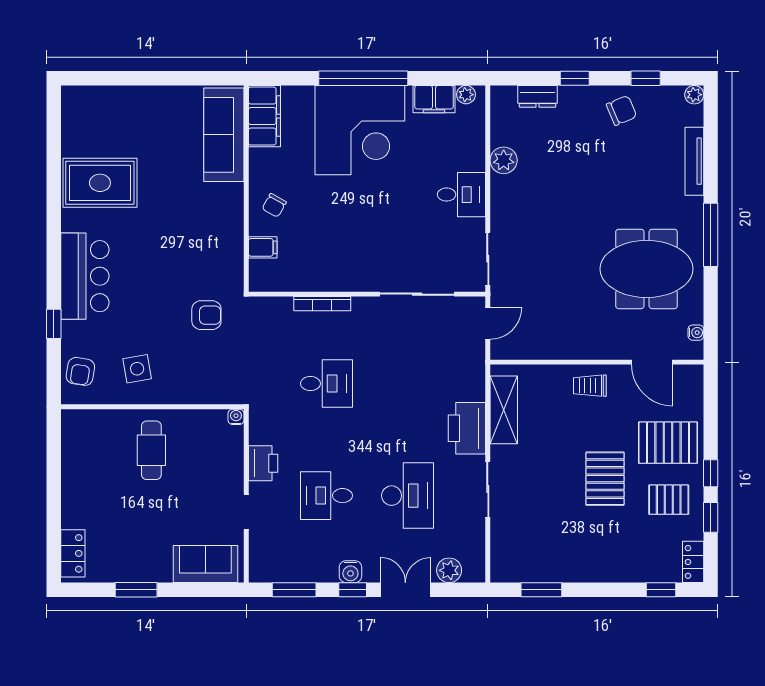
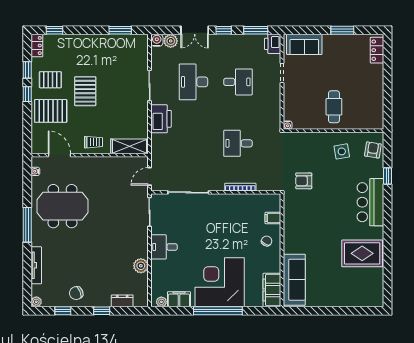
shelving: (504, 410) -> (130, 146), moved, turned 90
printer: (263, 463) -> (273, 44), moved
water cooler: (350, 572) -> (157, 40), moved

